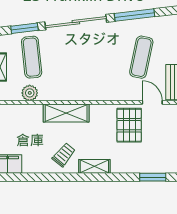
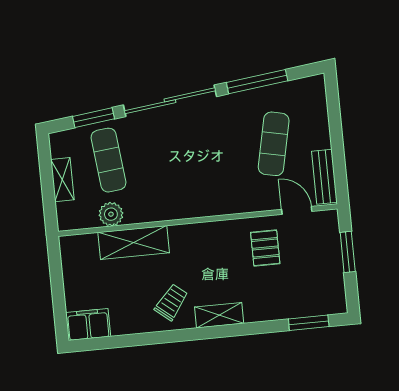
shelving: (66, 113) -> (134, 243), moved
pallet: (129, 125) -> (265, 248), width x0.67, depth x0.71

